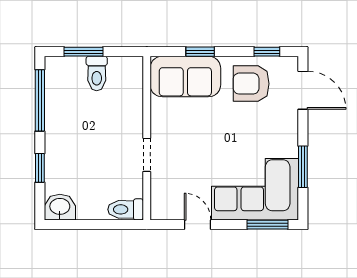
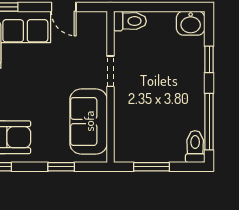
window: (84, 52) -> (151, 167), moved
toilet: (97, 73) -> (195, 147), moved
sofa: (185, 76) -> (89, 121), moved, turned -90

